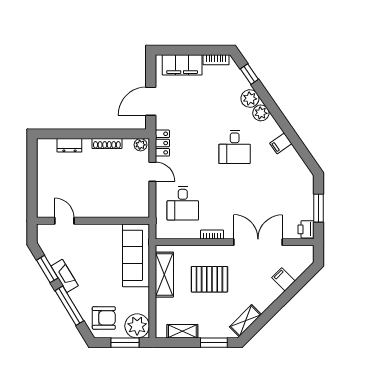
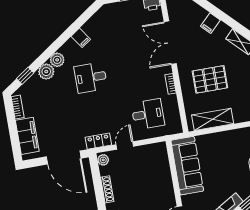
door: (151, 101) -> (64, 158), width x1.36
desk: (235, 147) -> (91, 78), turned 180
sofa: (136, 255) -> (187, 166), moved, turned -90
pallet: (209, 279) -> (210, 79), turned 90
filing cabinet: (283, 279) -> (210, 23), moved

